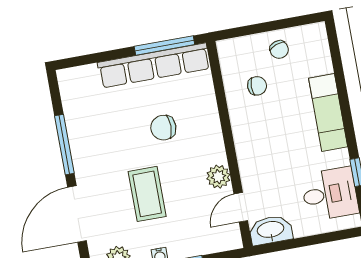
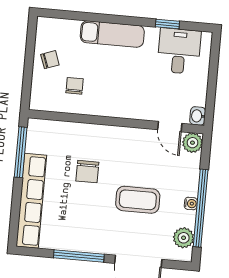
row of seats: (154, 65) -> (31, 201), moved
plant: (218, 177) -> (192, 143), moved
washbasin: (271, 230) -> (198, 116), width x0.52, depth x0.69

